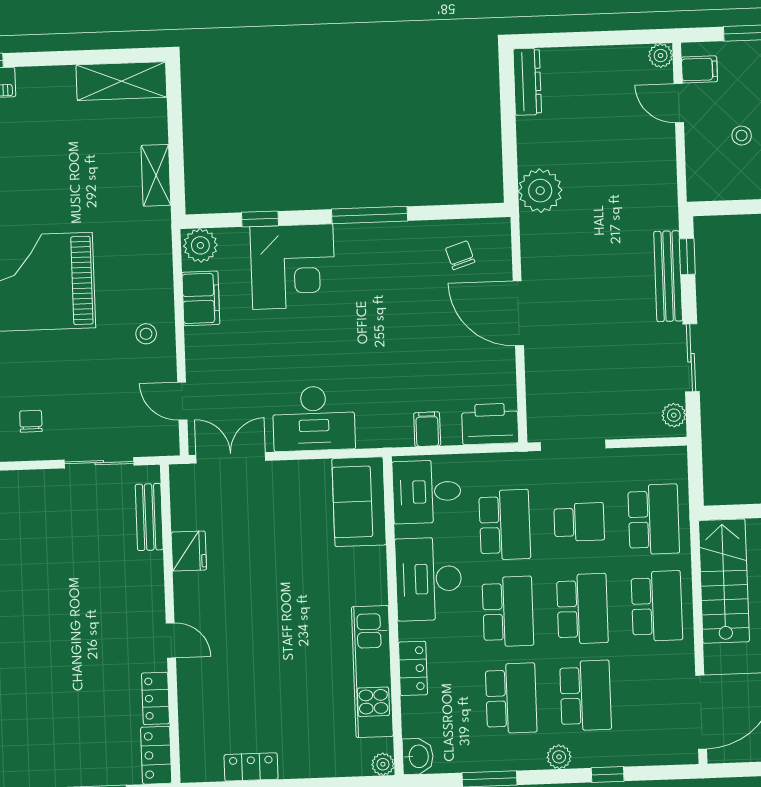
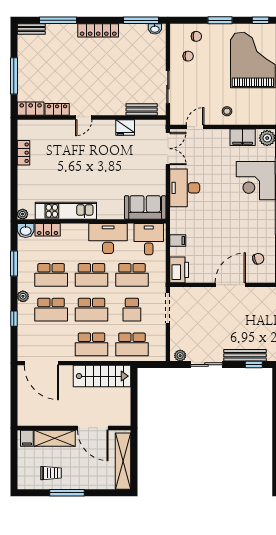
locker: (413, 668) -> (48, 230), moved

